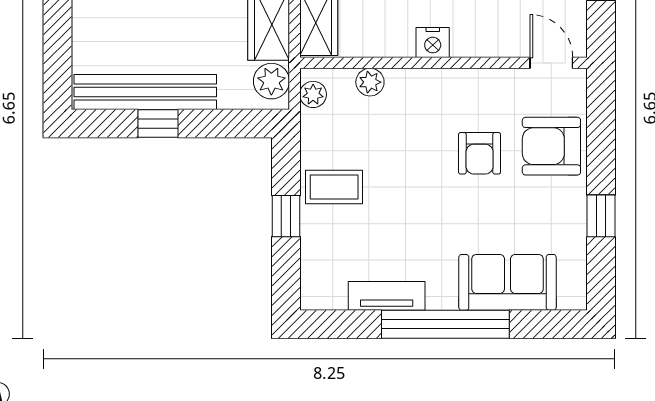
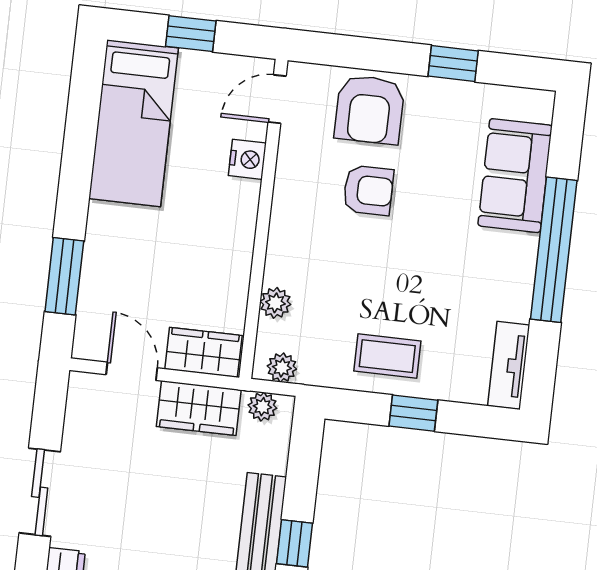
nightstand: (433, 43) -> (247, 159), moved
plant: (271, 81) -> (262, 407), width x0.73, depth x0.73
coffee table: (334, 187) -> (387, 356), turned 90
tv unit: (387, 296) -> (509, 365), moved

